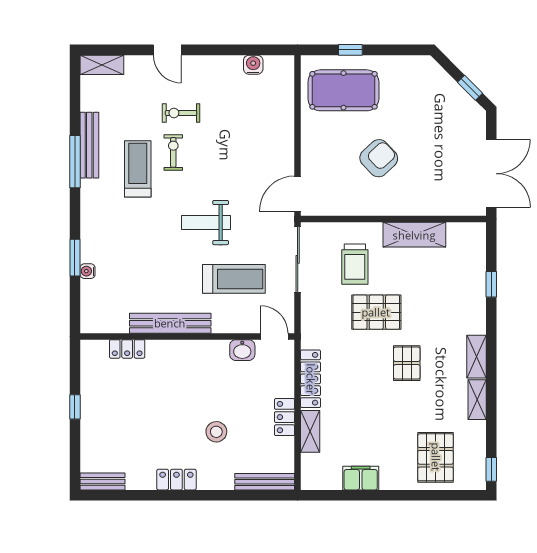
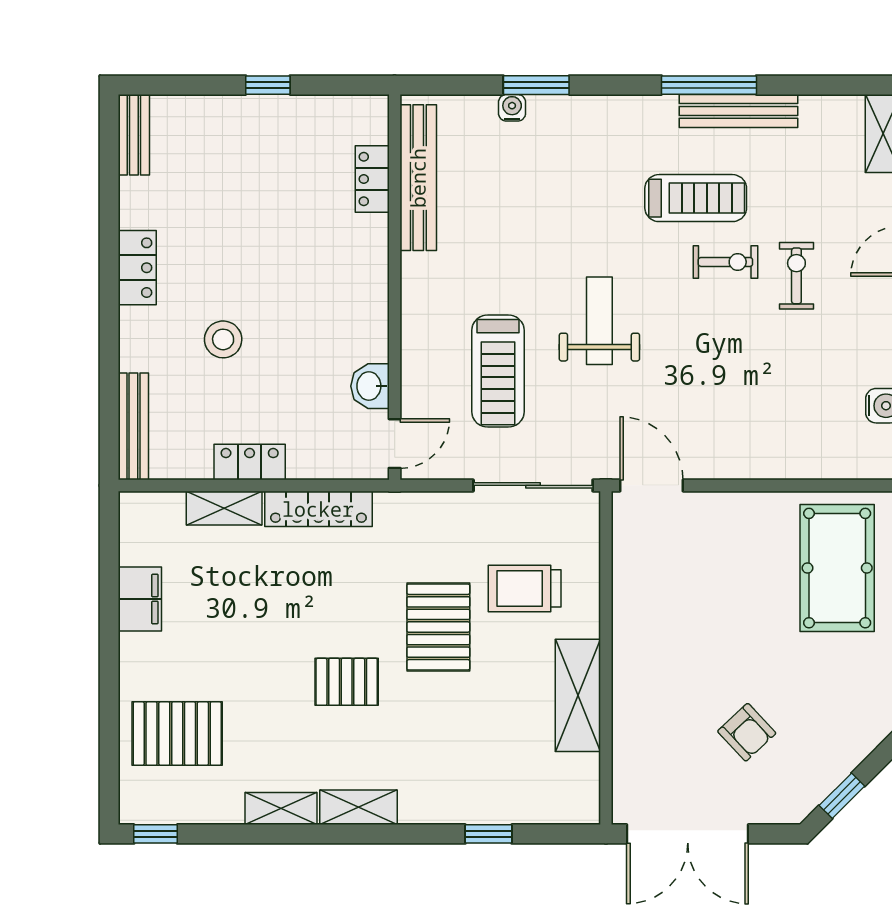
armchair: (379, 158) -> (747, 732), moved, width x0.72, depth x0.72
bench: (170, 323) -> (418, 178), moved

